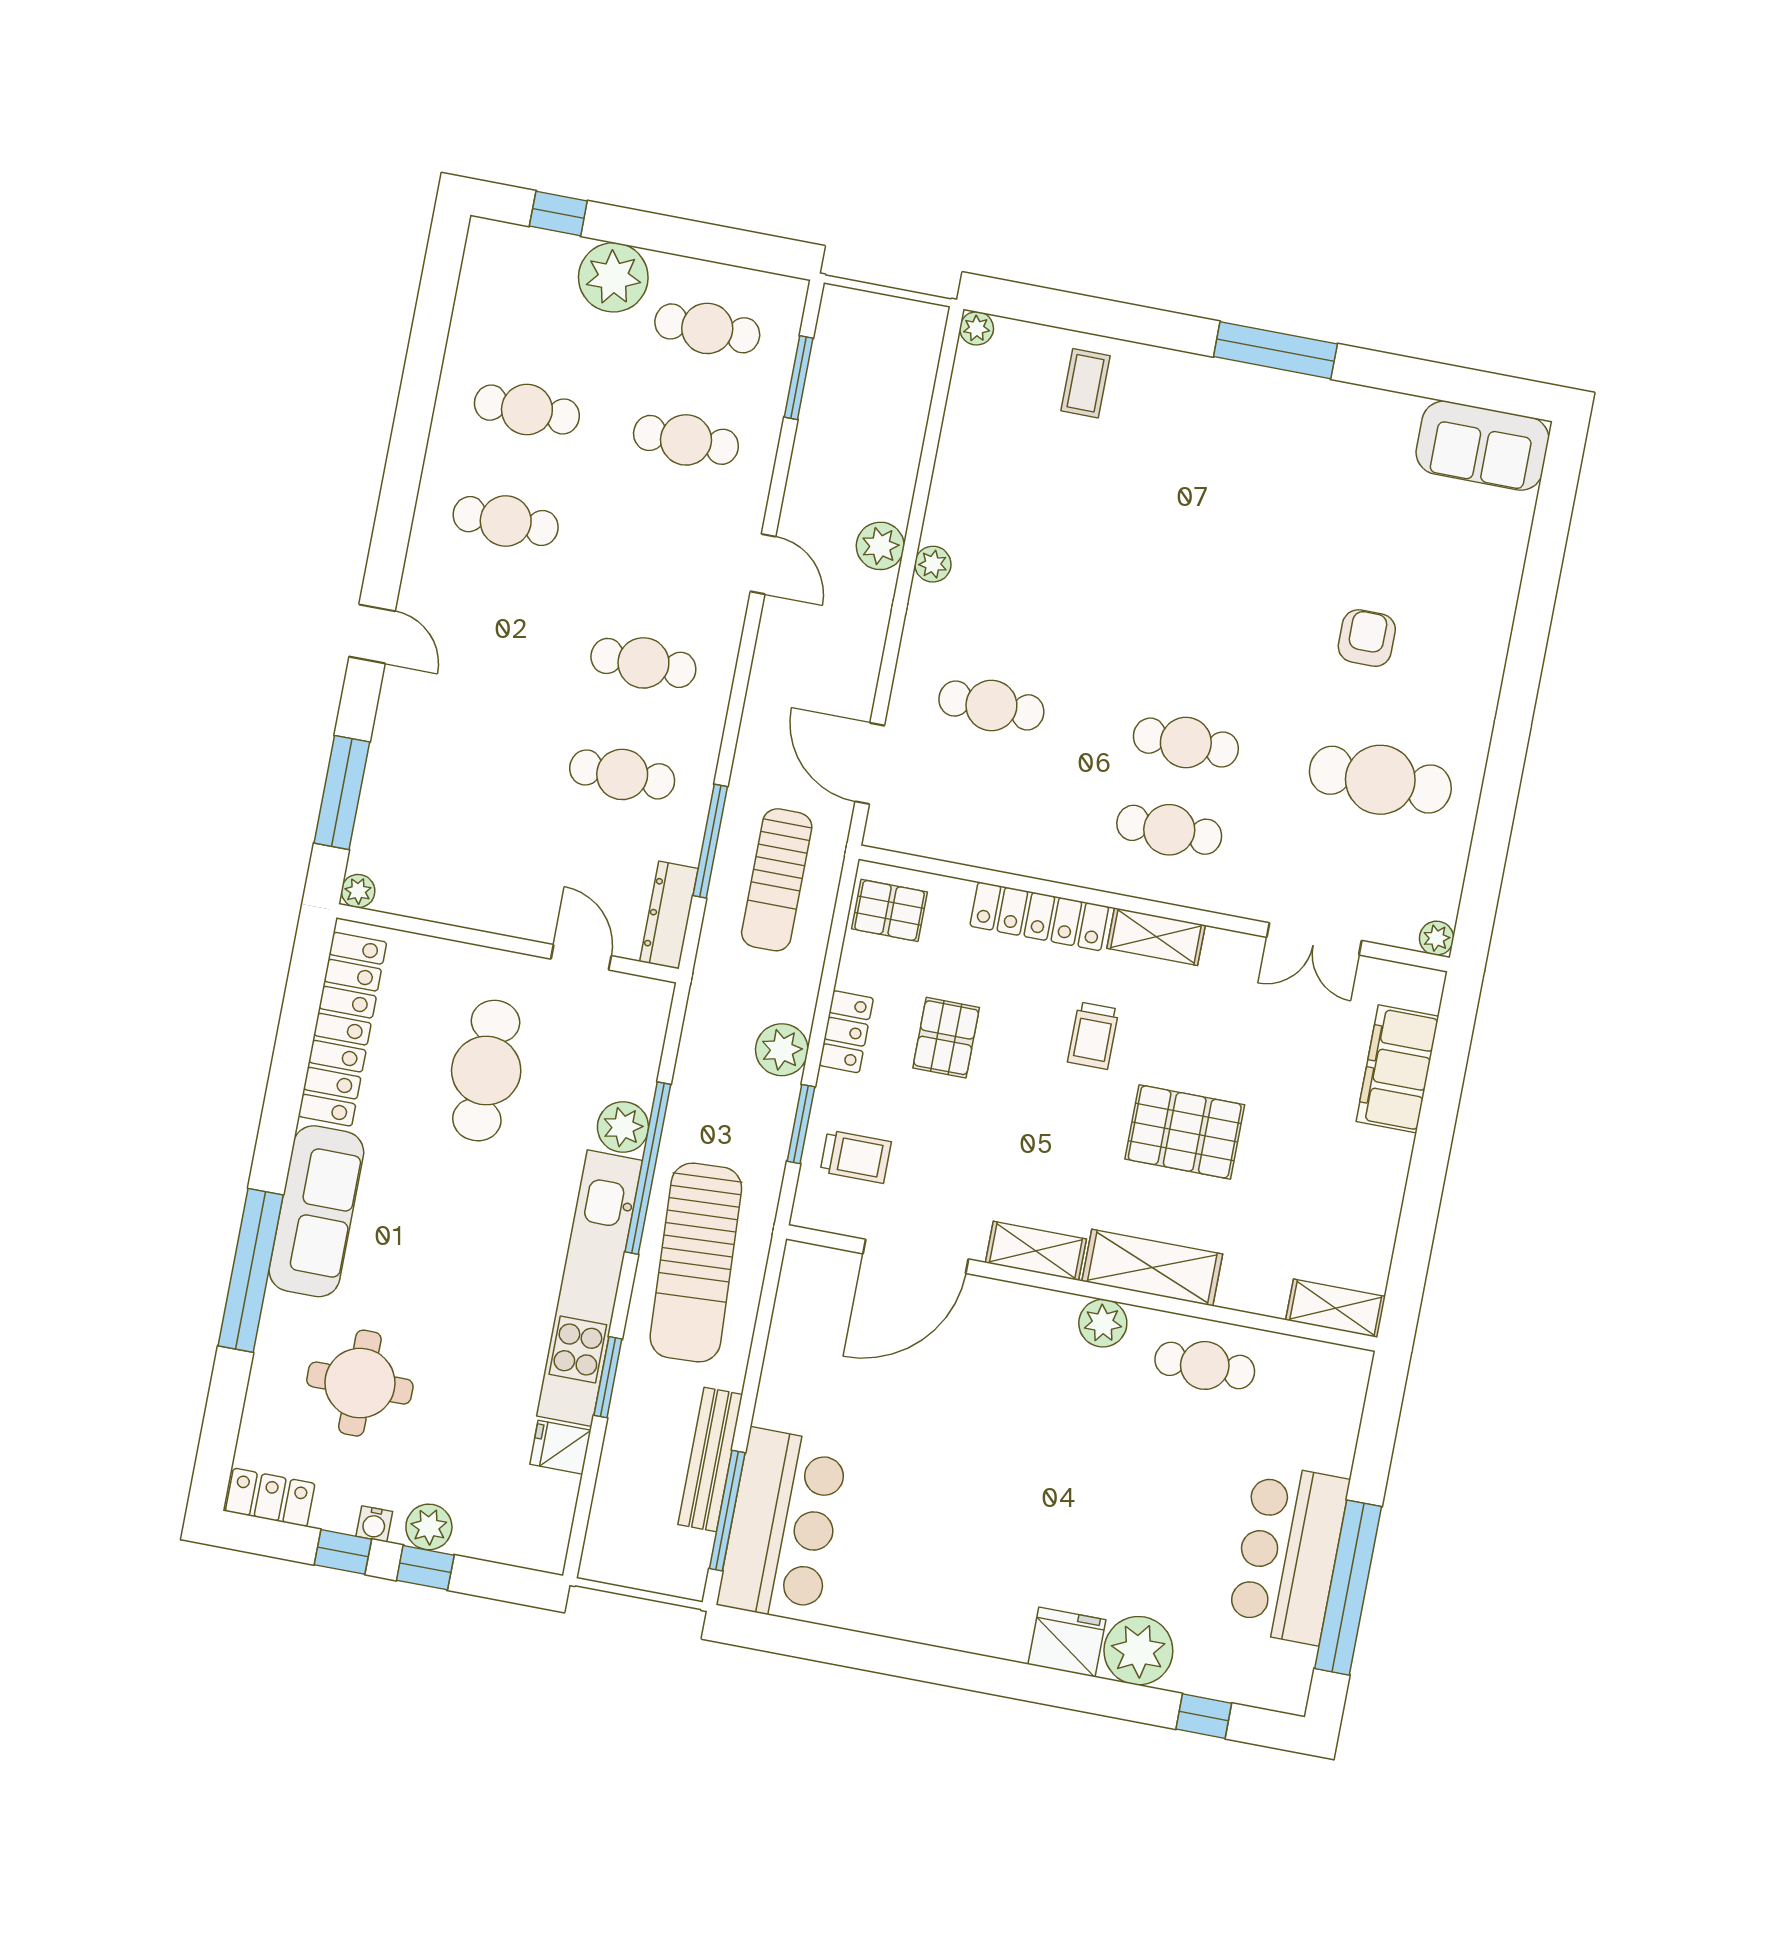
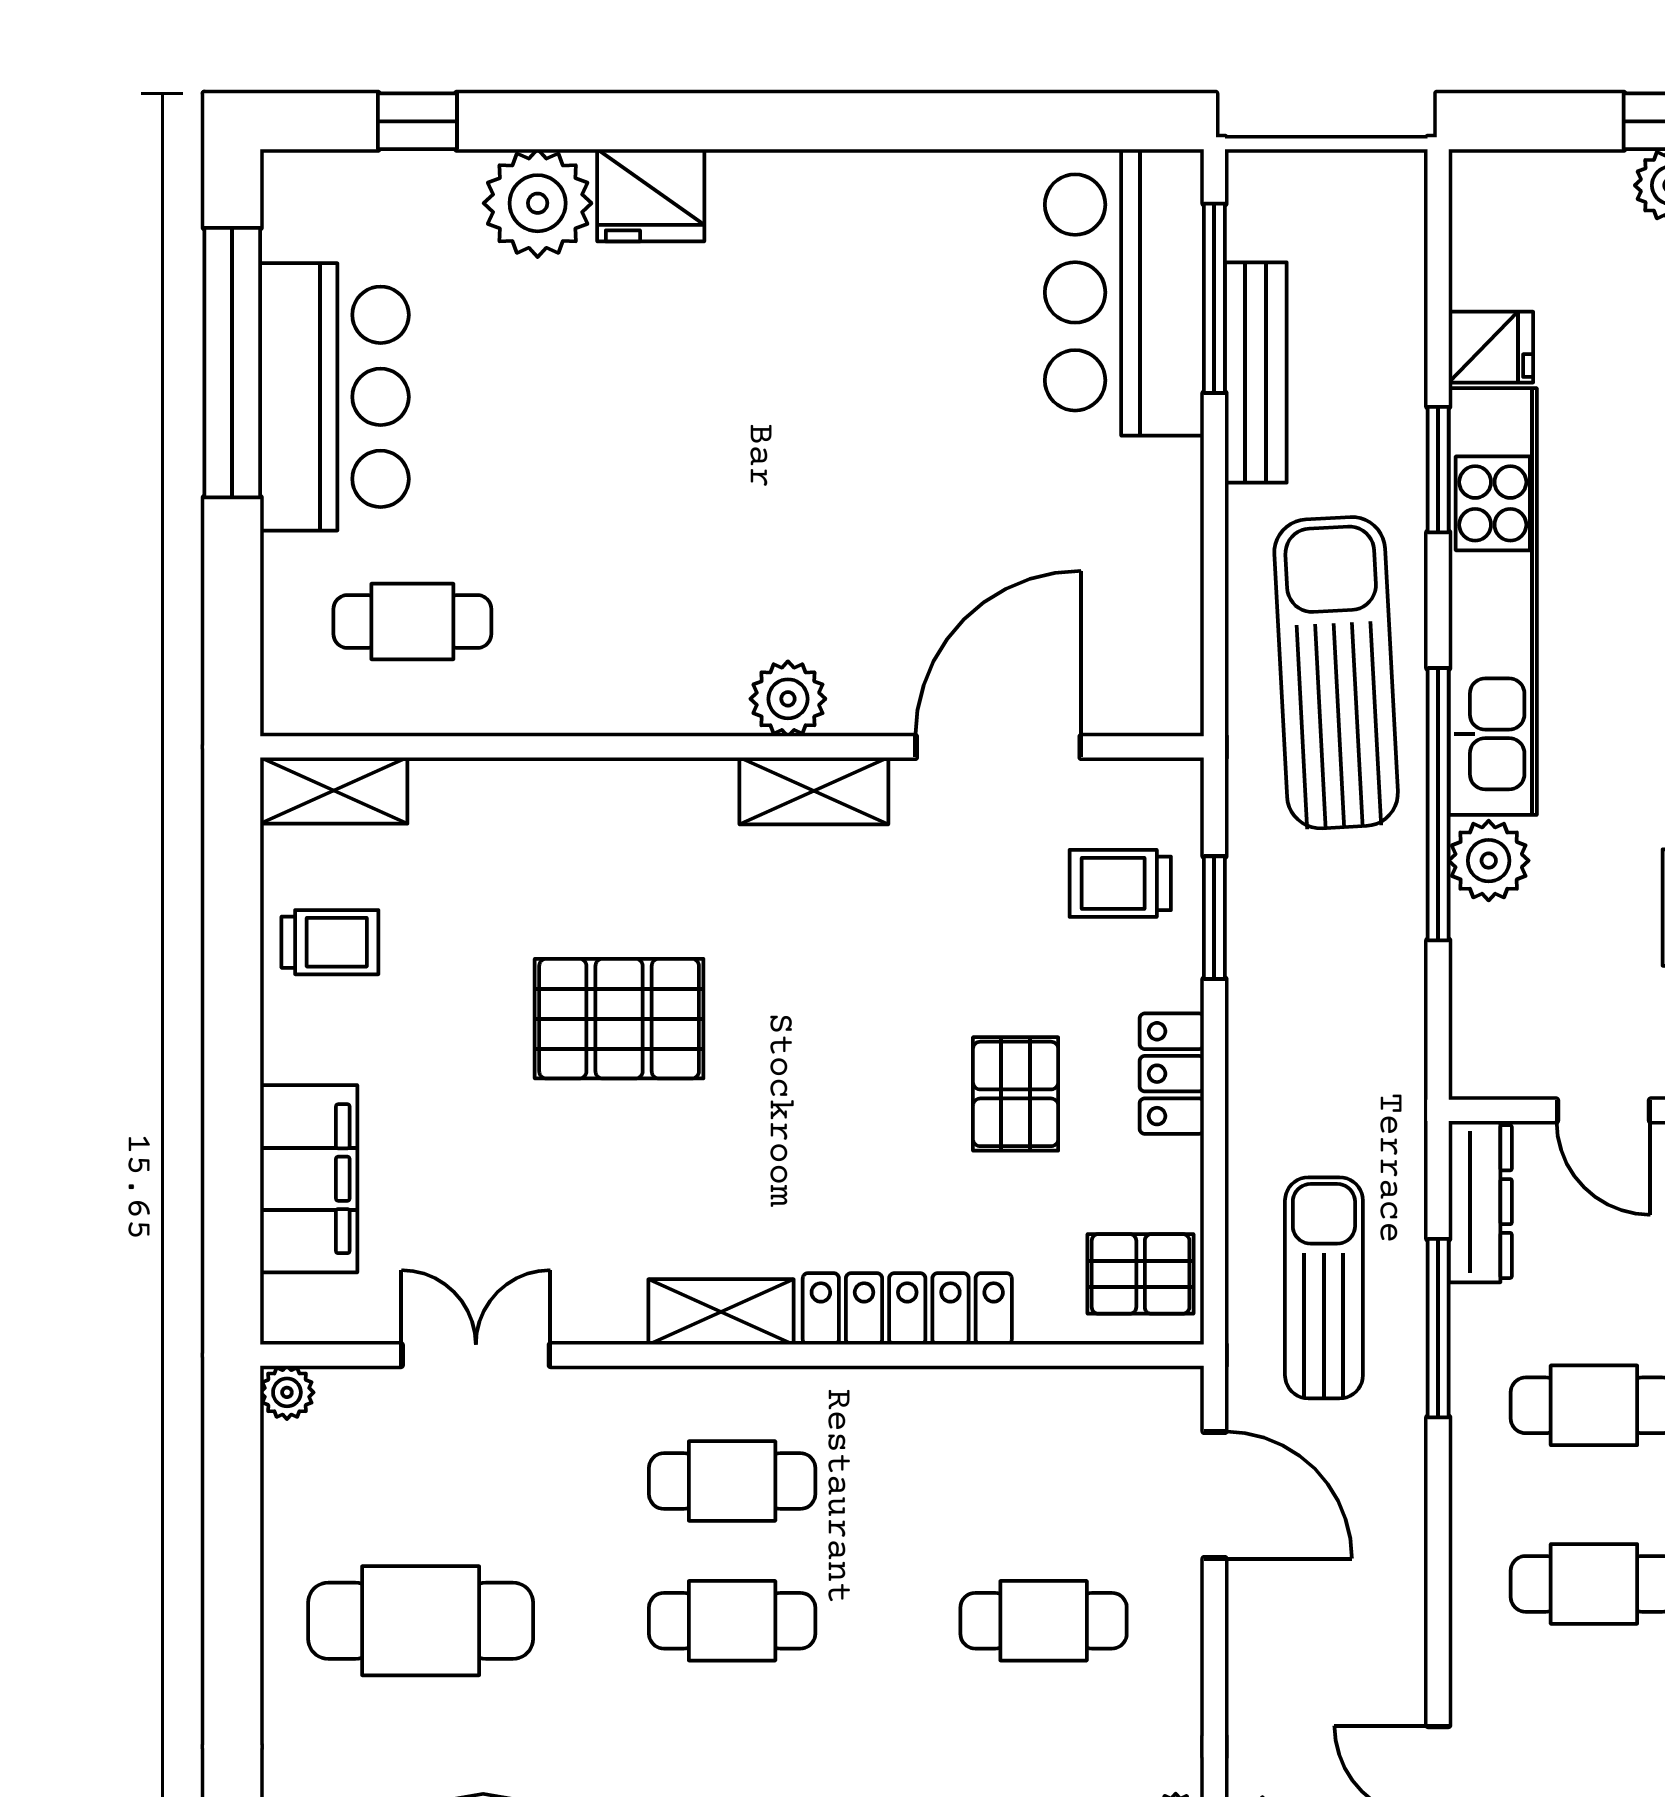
trolley: (1093, 1036) -> (330, 942), moved, turned 90
plant: (782, 1050) -> (1266, 1027), removed
shelving: (1152, 1268) -> (629, 799), removed
plant: (1103, 1323) -> (788, 699), moved
cafe table: (1205, 1365) -> (412, 622), moved

